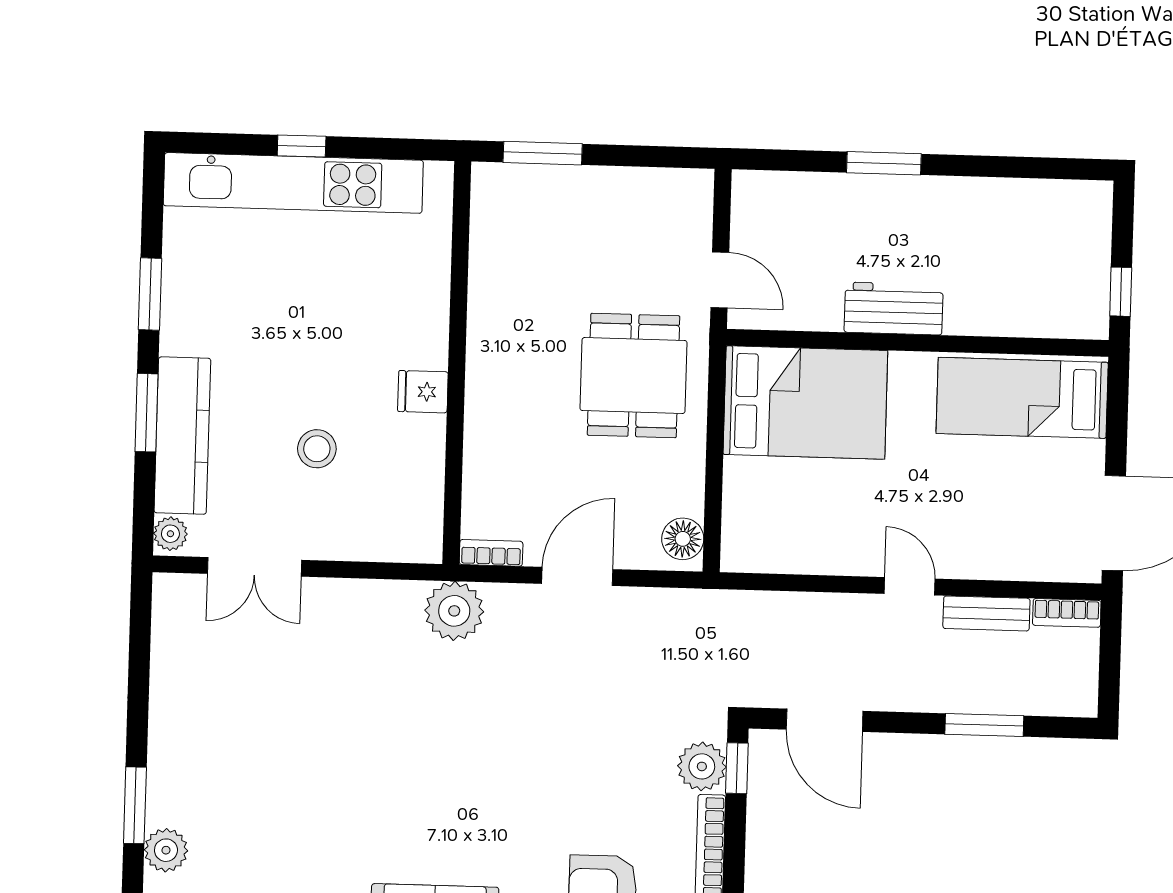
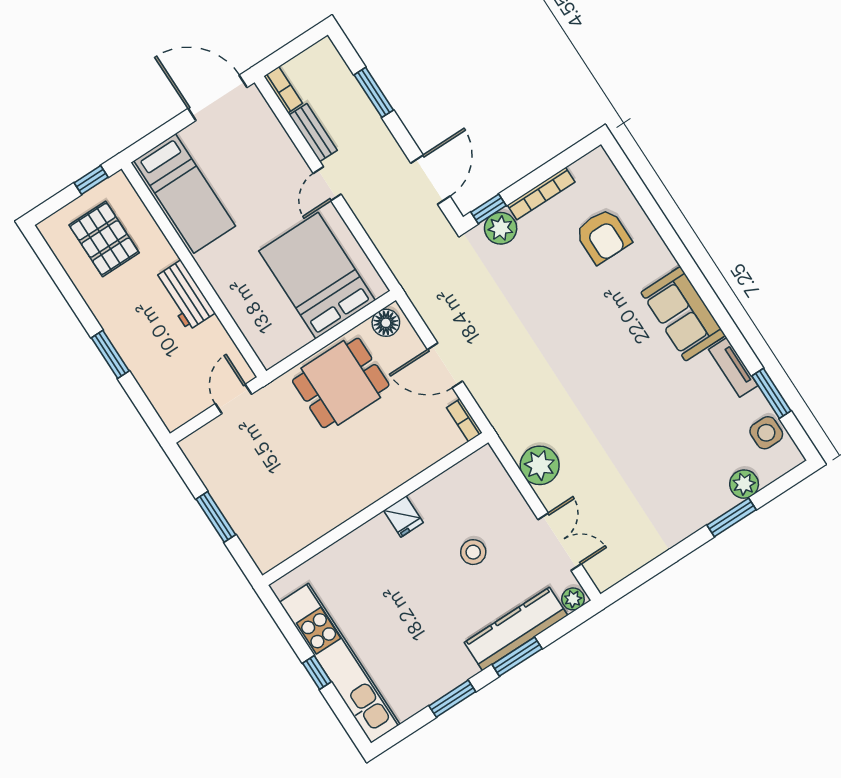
window: (543, 153) -> (216, 517), moved
pallet: (1035, 256) -> (104, 239), added
dining table: (634, 375) -> (341, 383), moved
bed: (805, 402) -> (317, 276), moved
plant: (454, 611) -> (540, 465), moved

